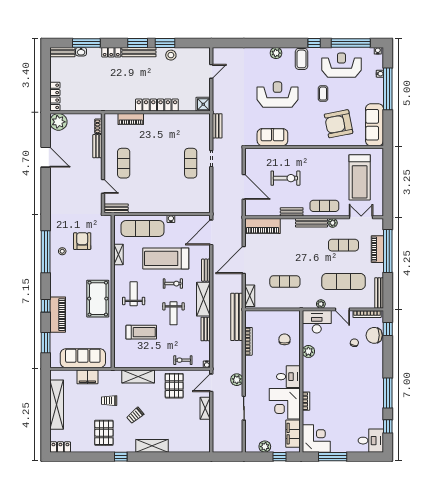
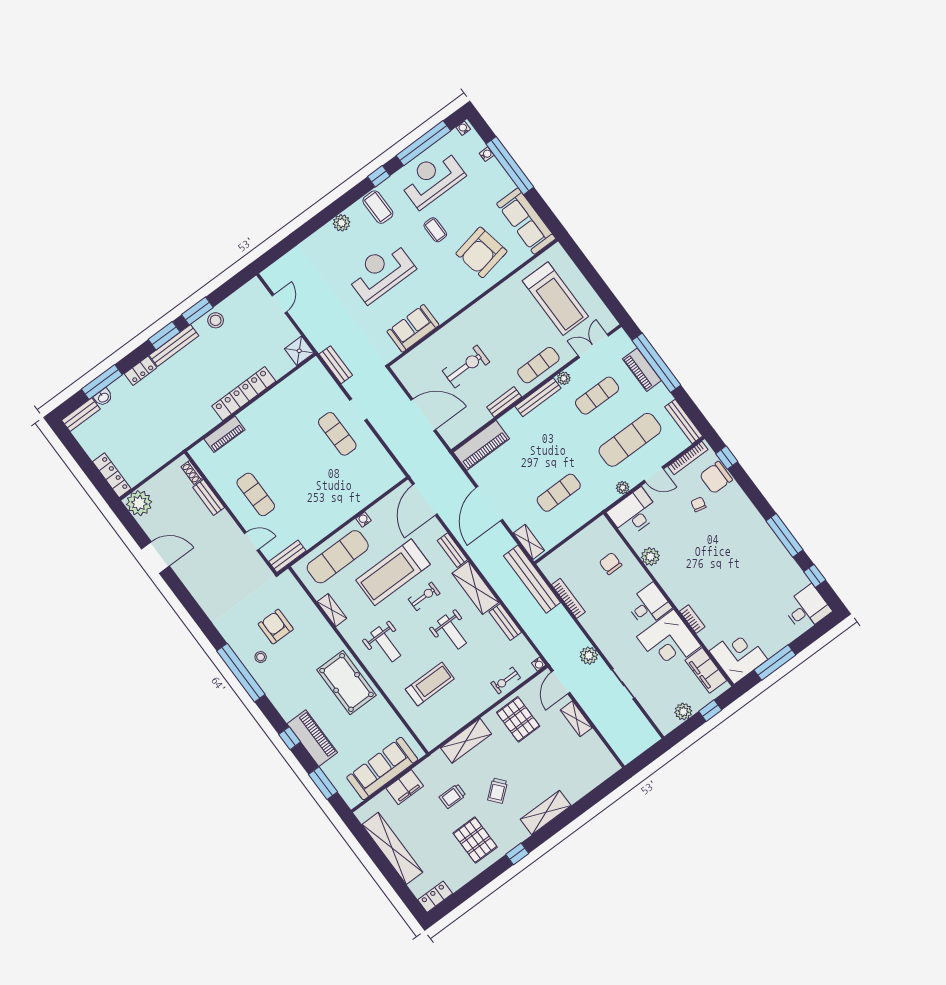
weight bench: (134, 294) -> (386, 644), turned 180

